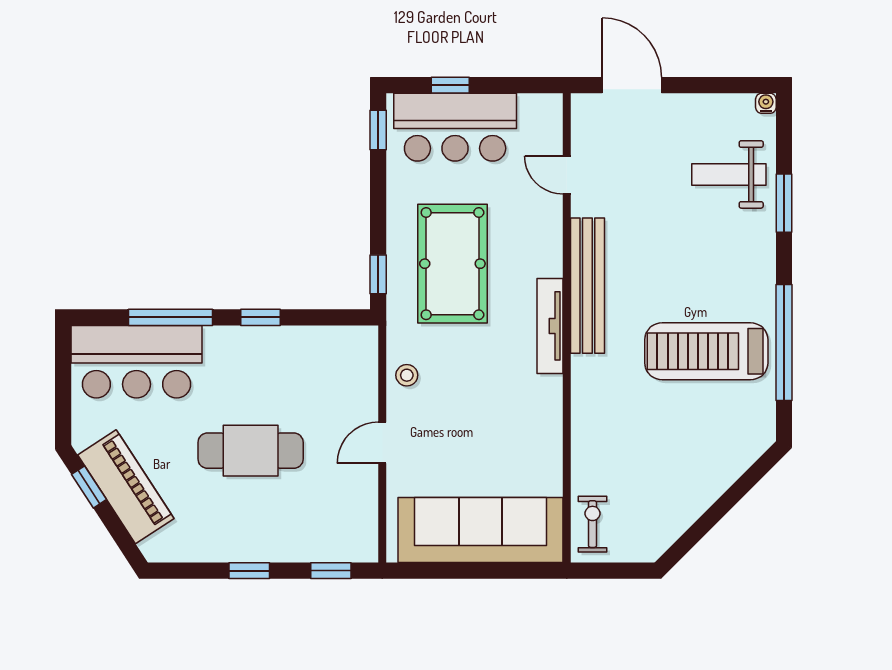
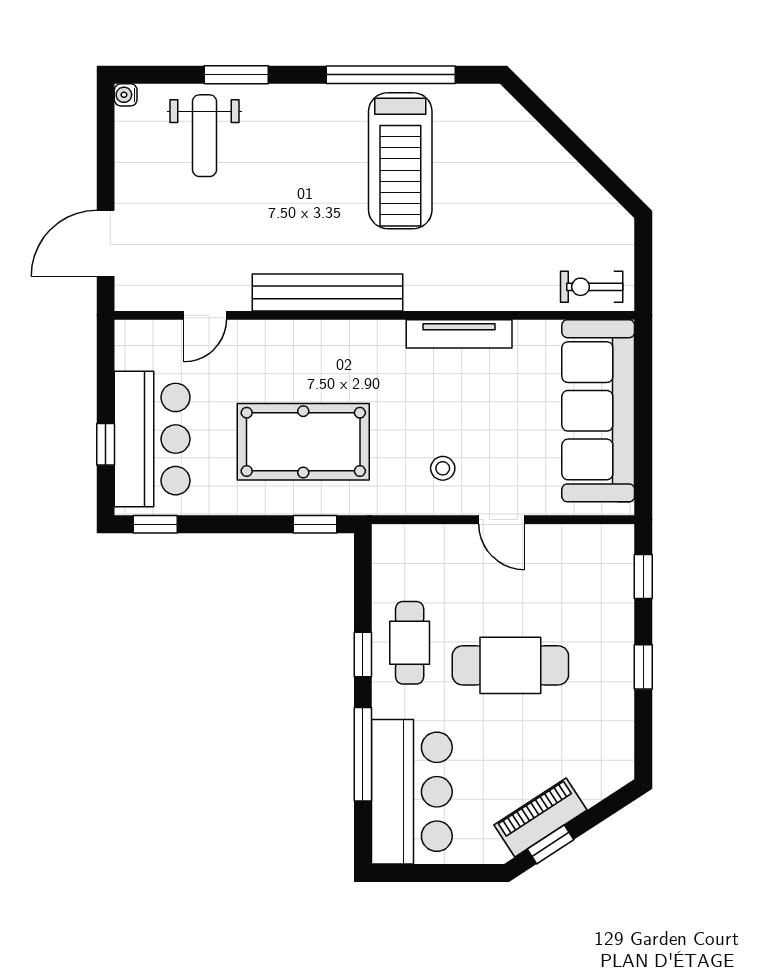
tv unit: (550, 326) -> (459, 334), moved
cafe table: (271, 360) -> (410, 643), added
stool: (407, 375) -> (443, 468), moved
cafe table: (251, 451) -> (510, 665), turned 90
piano: (126, 487) -> (540, 817), width x0.73, depth x0.75

